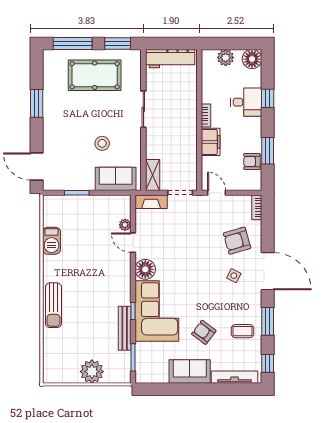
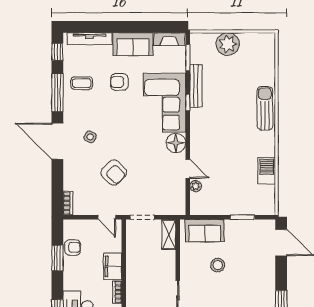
fireplace: (151, 202) -> (169, 39), moved, turned 180
armchair: (237, 241) -> (114, 173), moved, turned 61
window: (268, 321) -> (57, 93), width x1.44
armchair: (204, 332) -> (119, 82), turned 143

